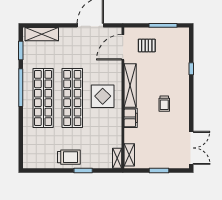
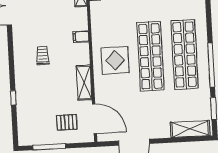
door: (123, 47) -> (95, 119), hinge flipped
shelving: (130, 86) -> (84, 83), width x0.68
filing cabinet: (131, 118) -> (81, 37), width x0.50

